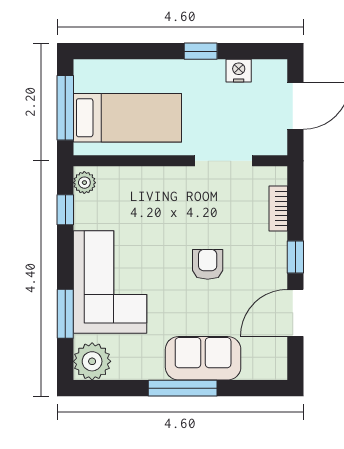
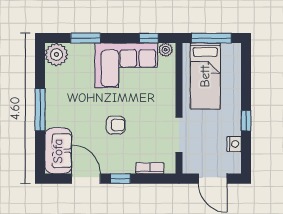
corner sofa: (110, 282) -> (126, 65), moved
sofa: (203, 358) -> (58, 151), moved

